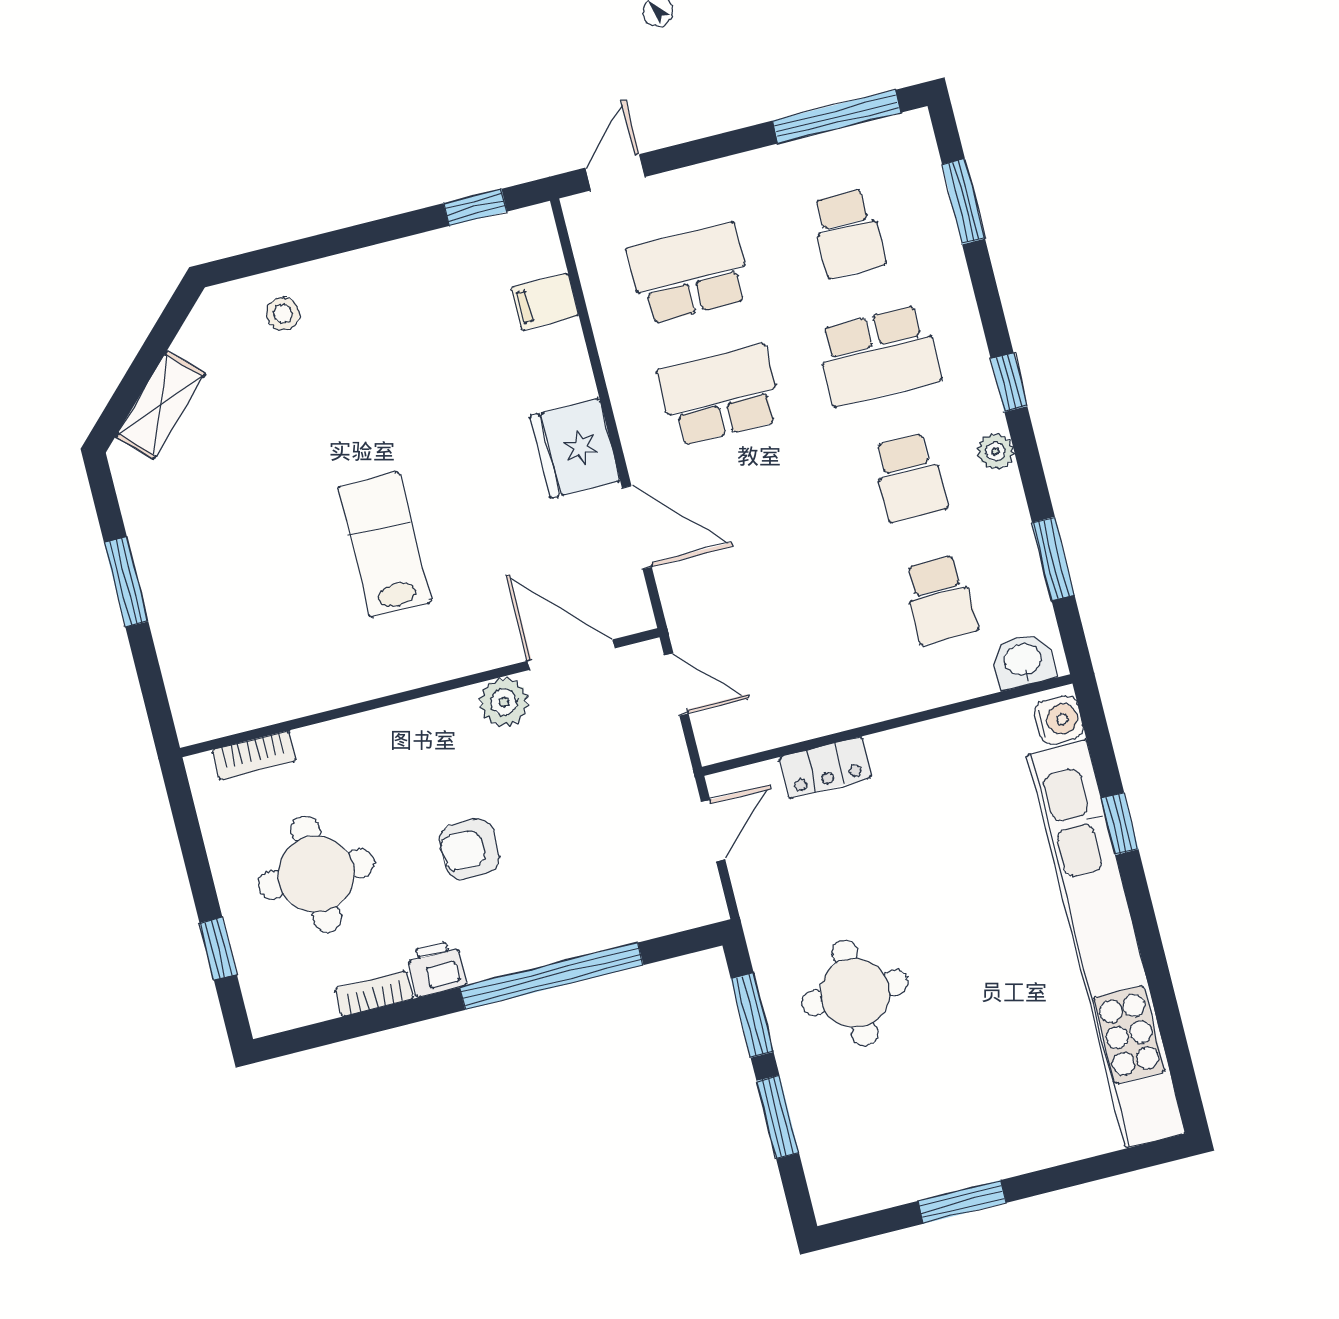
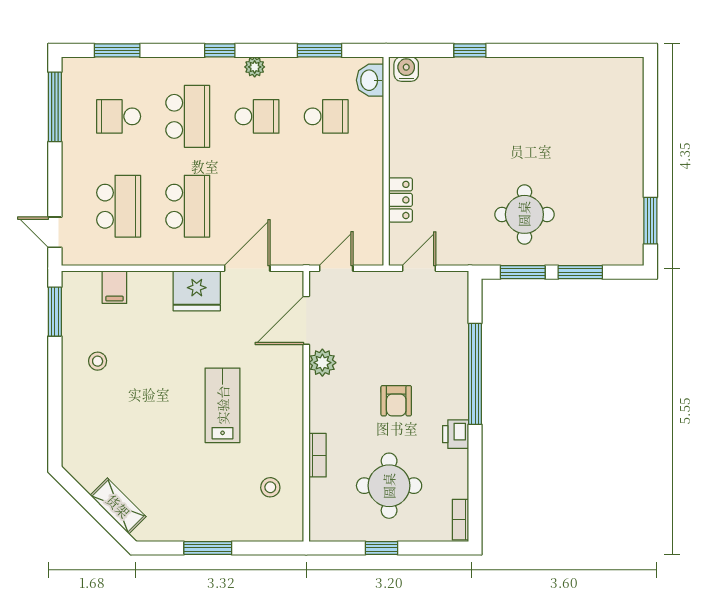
window: (475, 207) -> (55, 312), width x1.50
school desk: (848, 233) -> (119, 116), turned 180
school desk: (689, 273) -> (119, 206), turned 180
stool: (283, 314) -> (98, 361), moved
school desk: (720, 395) -> (188, 206), turned 180
lab bench: (384, 545) -> (223, 405), turned 90
stool: (261, 665) -> (270, 487), added
bookcase: (254, 755) -> (317, 455), moved
door: (713, 831) -> (419, 268), hinge flipped
kitchen unit: (1106, 944) -> (532, 74), removed
window: (218, 949) -> (382, 548), moved
bookcase: (374, 993) -> (460, 520), moved
window: (962, 1202) -> (650, 221), moved

